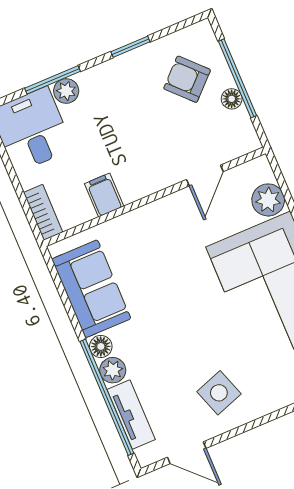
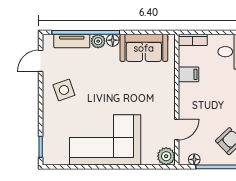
floor lamp: (232, 99) -> (194, 159), moved
door: (205, 175) -> (177, 130), swing flipped
plant: (268, 200) -> (166, 156), moved

